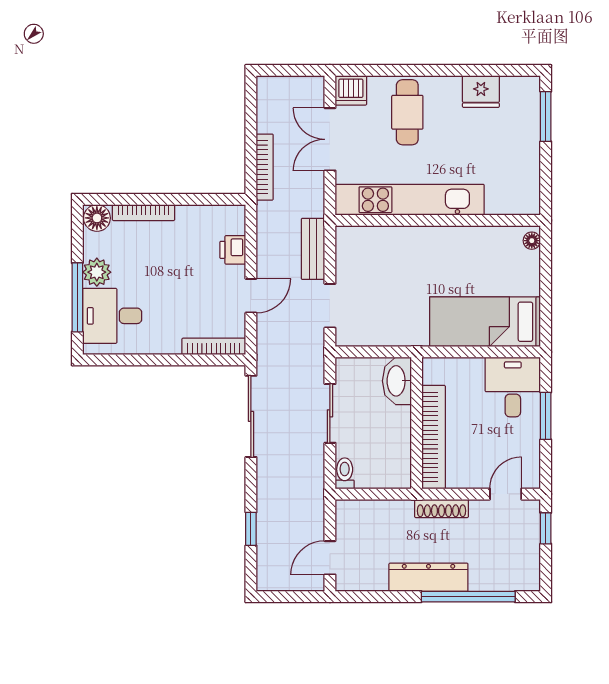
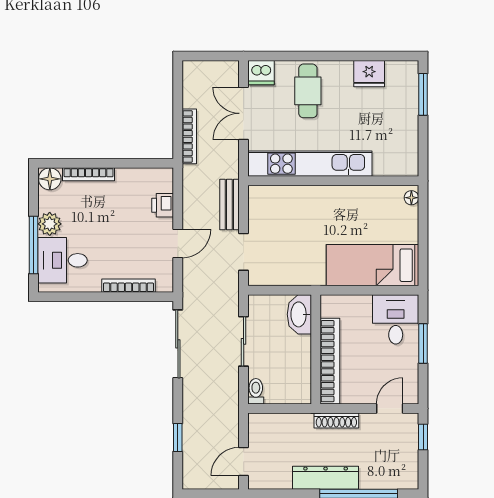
bookcase: (214, 346) -> (129, 286), moved

